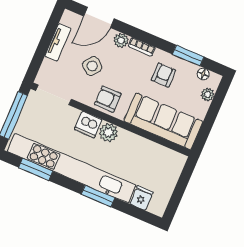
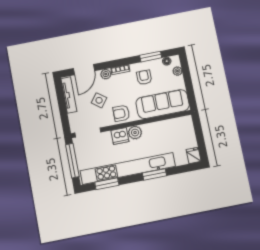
tv unit: (58, 42) -> (69, 95), width x1.41
fridge: (142, 198) -> (194, 155), moved

